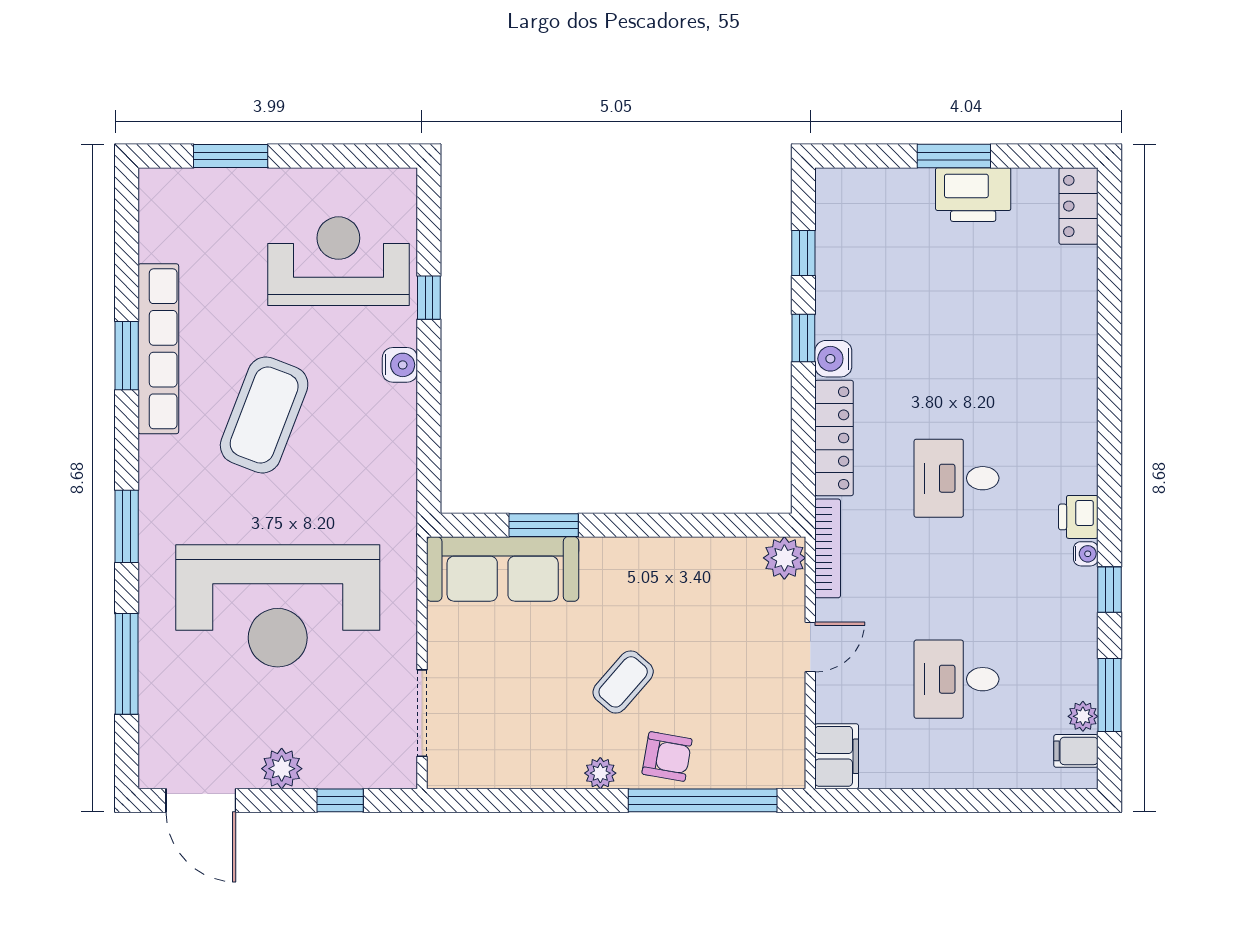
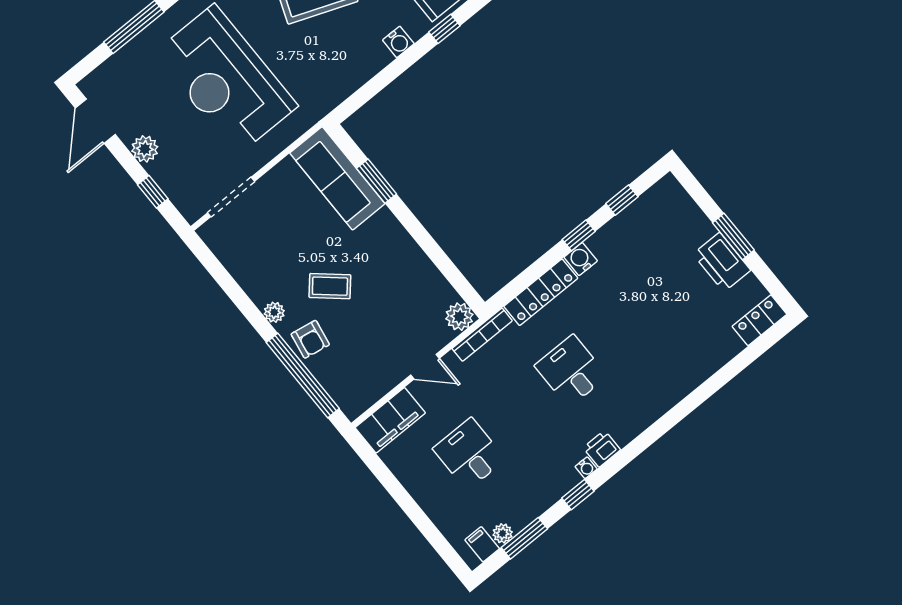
filing cabinet: (837, 756) -> (390, 420), width x1.50, depth x1.17

